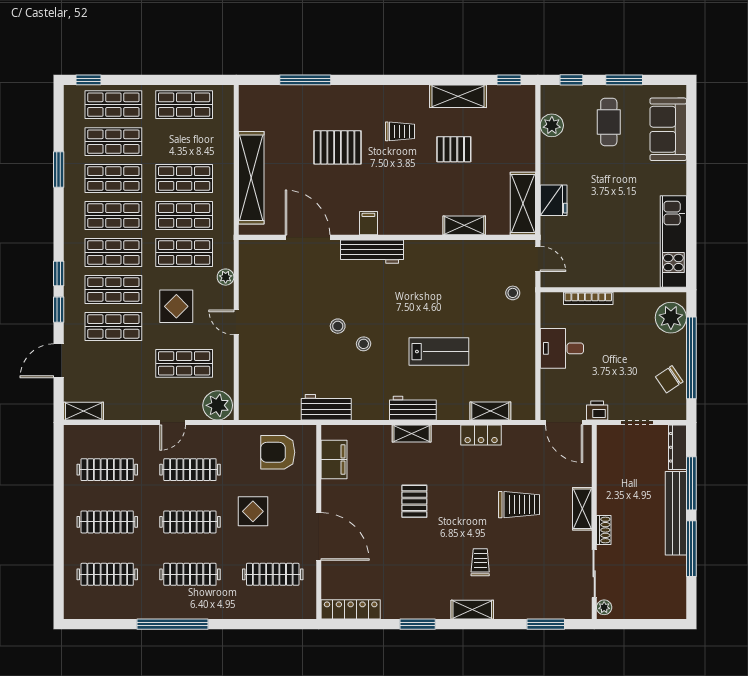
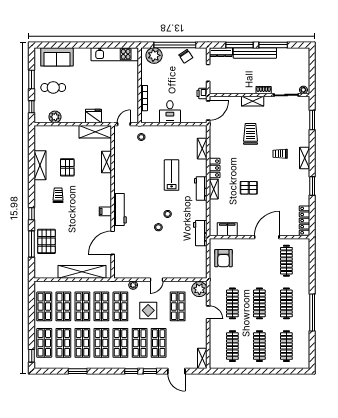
window: (509, 80) -> (32, 214), moved
shop shelf: (184, 142) -> (63, 306), added
pallet: (337, 147) -> (46, 241), moved
locker: (481, 435) -> (215, 168), moved
display table: (253, 511) -> (254, 271), removed

